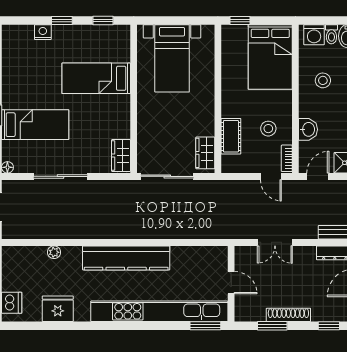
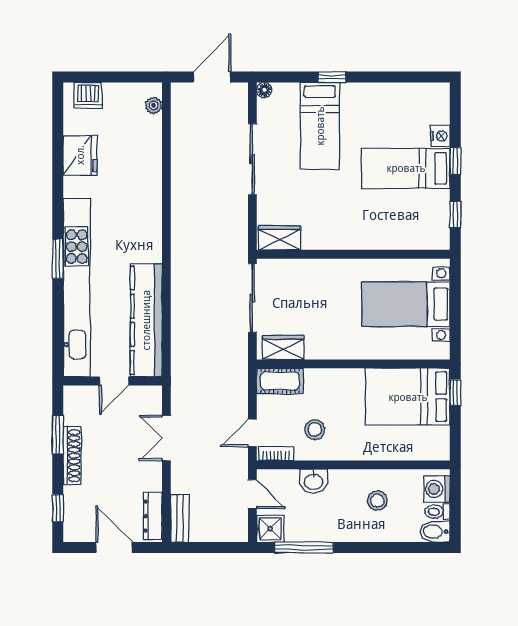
bed: (270, 57) -> (408, 397), moved
bed: (96, 78) -> (406, 168), moved, turned -90
cot: (231, 136) -> (280, 381), moved
plant: (54, 252) -> (154, 105), moved
kitchen counter: (126, 258) -> (146, 320), moved
window: (205, 326) -> (58, 259), moved

